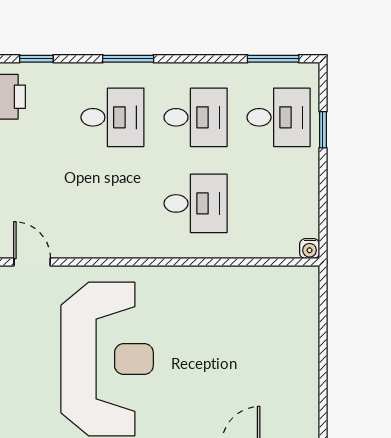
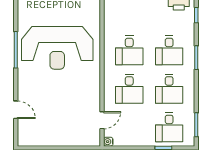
desk: (112, 203) -> (129, 50), added
door: (32, 262) -> (102, 120), moved

